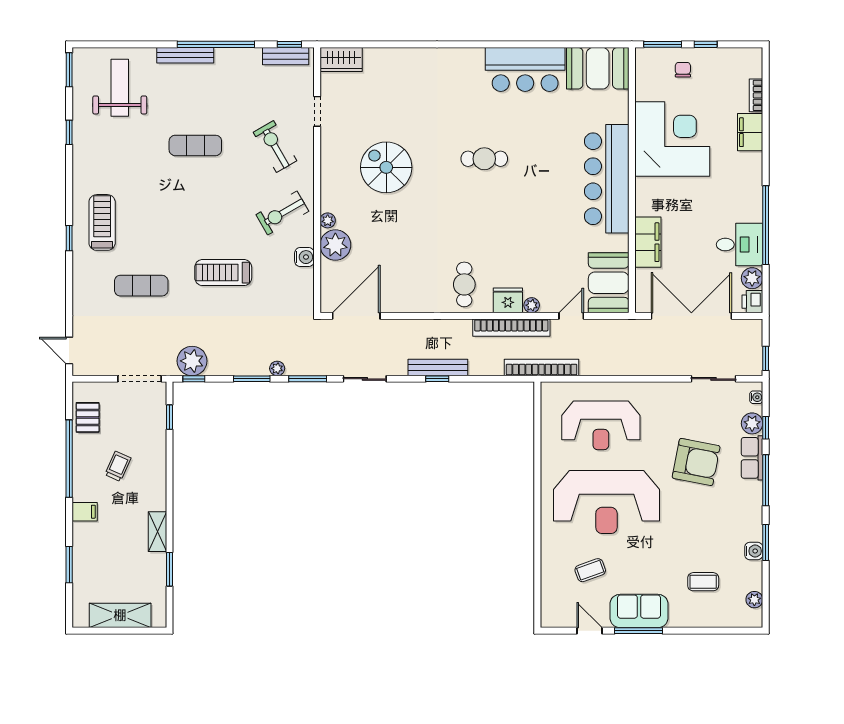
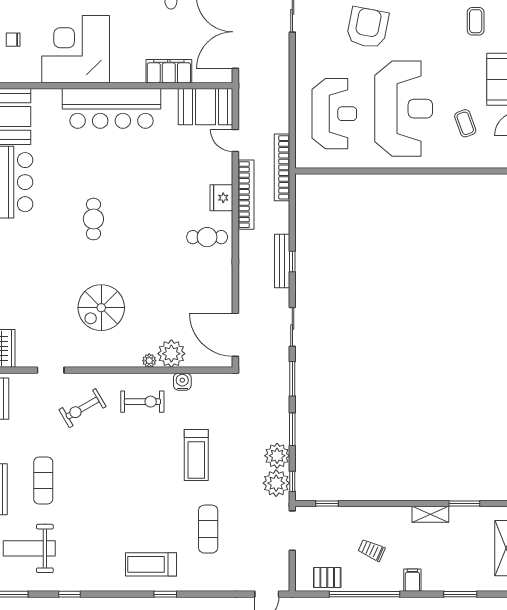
exercise mat: (195, 145) -> (43, 481), moved
exercise bike: (282, 213) -> (142, 402), turned -60
plant: (532, 305) -> (226, 176), removed
plant: (277, 368) -> (277, 456), moved, width x1.88, depth x1.88

